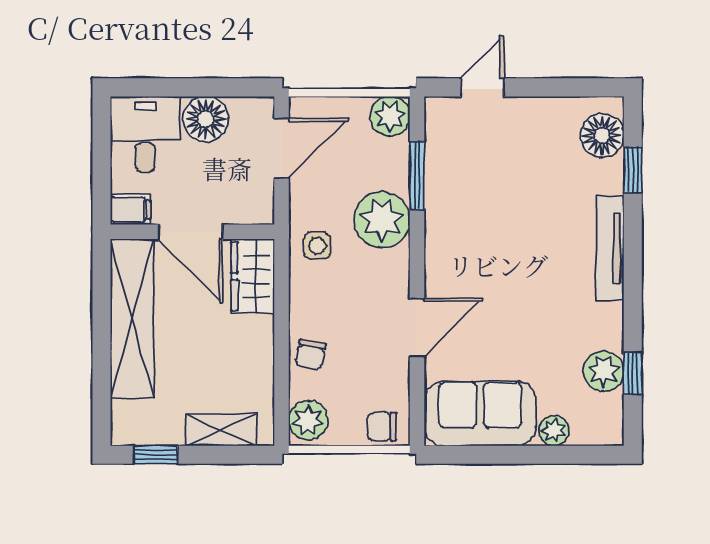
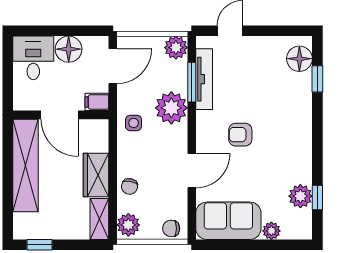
filing cabinet: (130, 210) -> (97, 102), moved, turned 180
tv unit: (610, 248) -> (204, 79), moved, turned 180
armchair: (500, 266) -> (240, 135), added
wardrobe: (253, 276) -> (96, 175), moved
shelving: (221, 430) -> (99, 219), moved, turned 90

